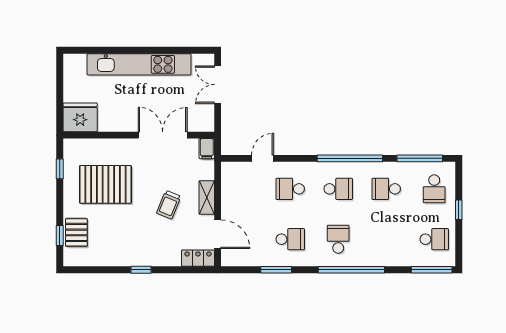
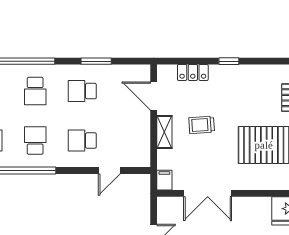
school desk: (290, 189) -> (82, 141), turned 180
school desk: (338, 189) -> (35, 141), turned 90
trolley: (169, 205) -> (202, 125), turned -116
locker: (198, 258) -> (193, 72), moved

